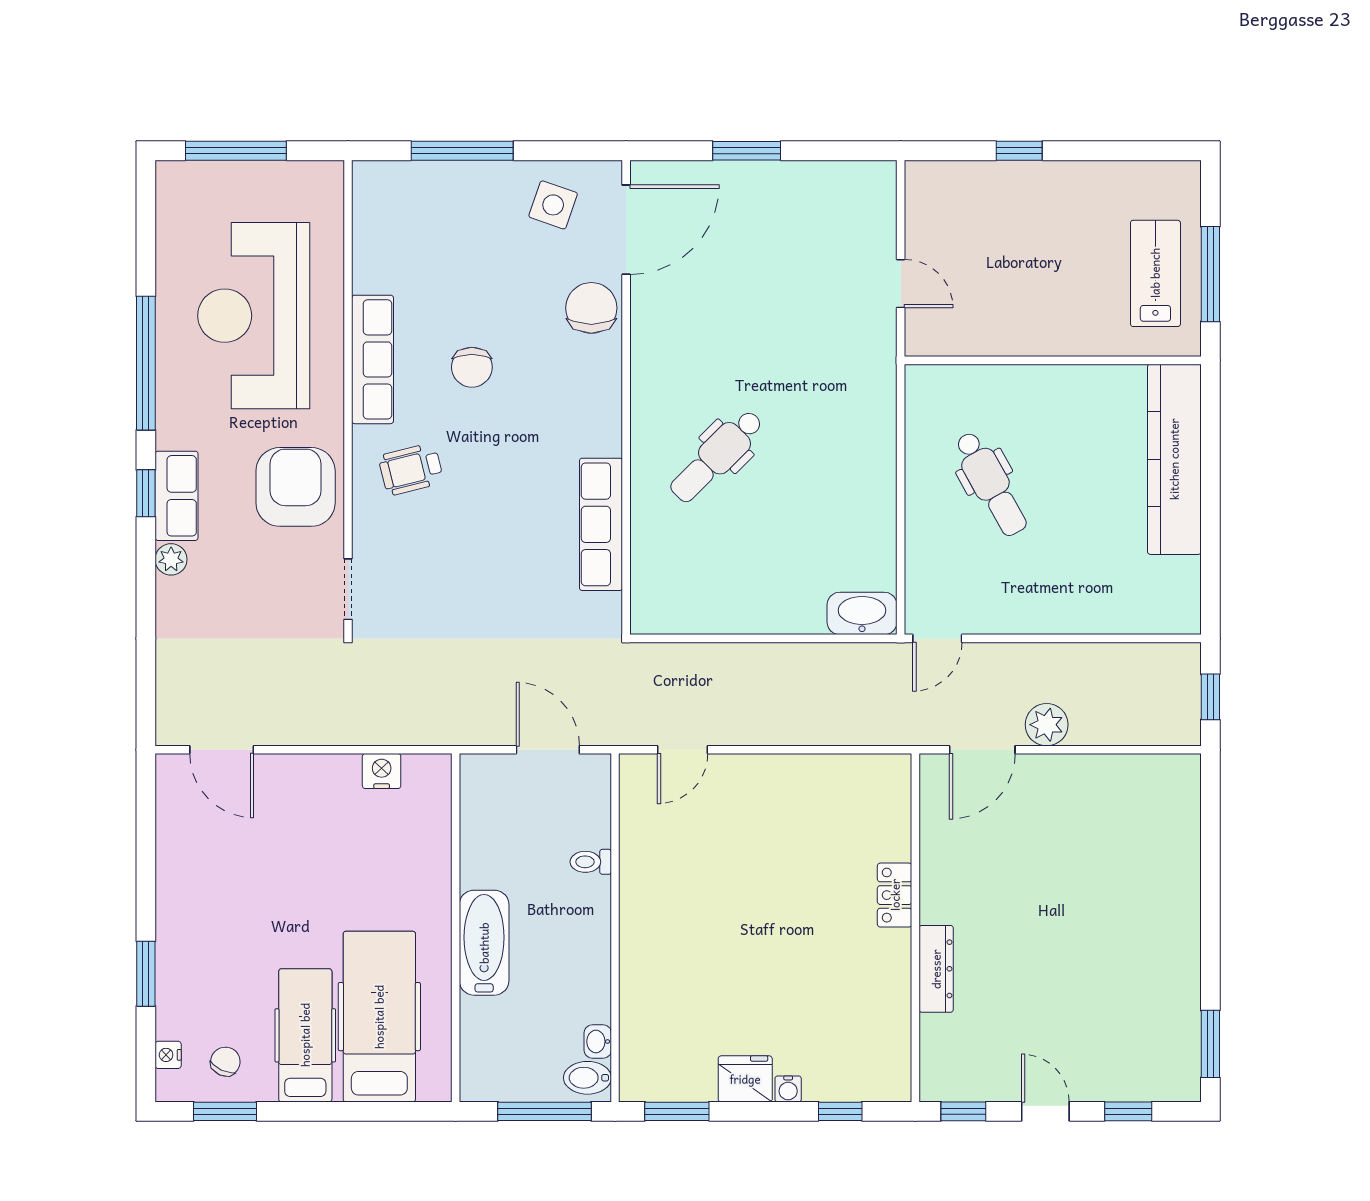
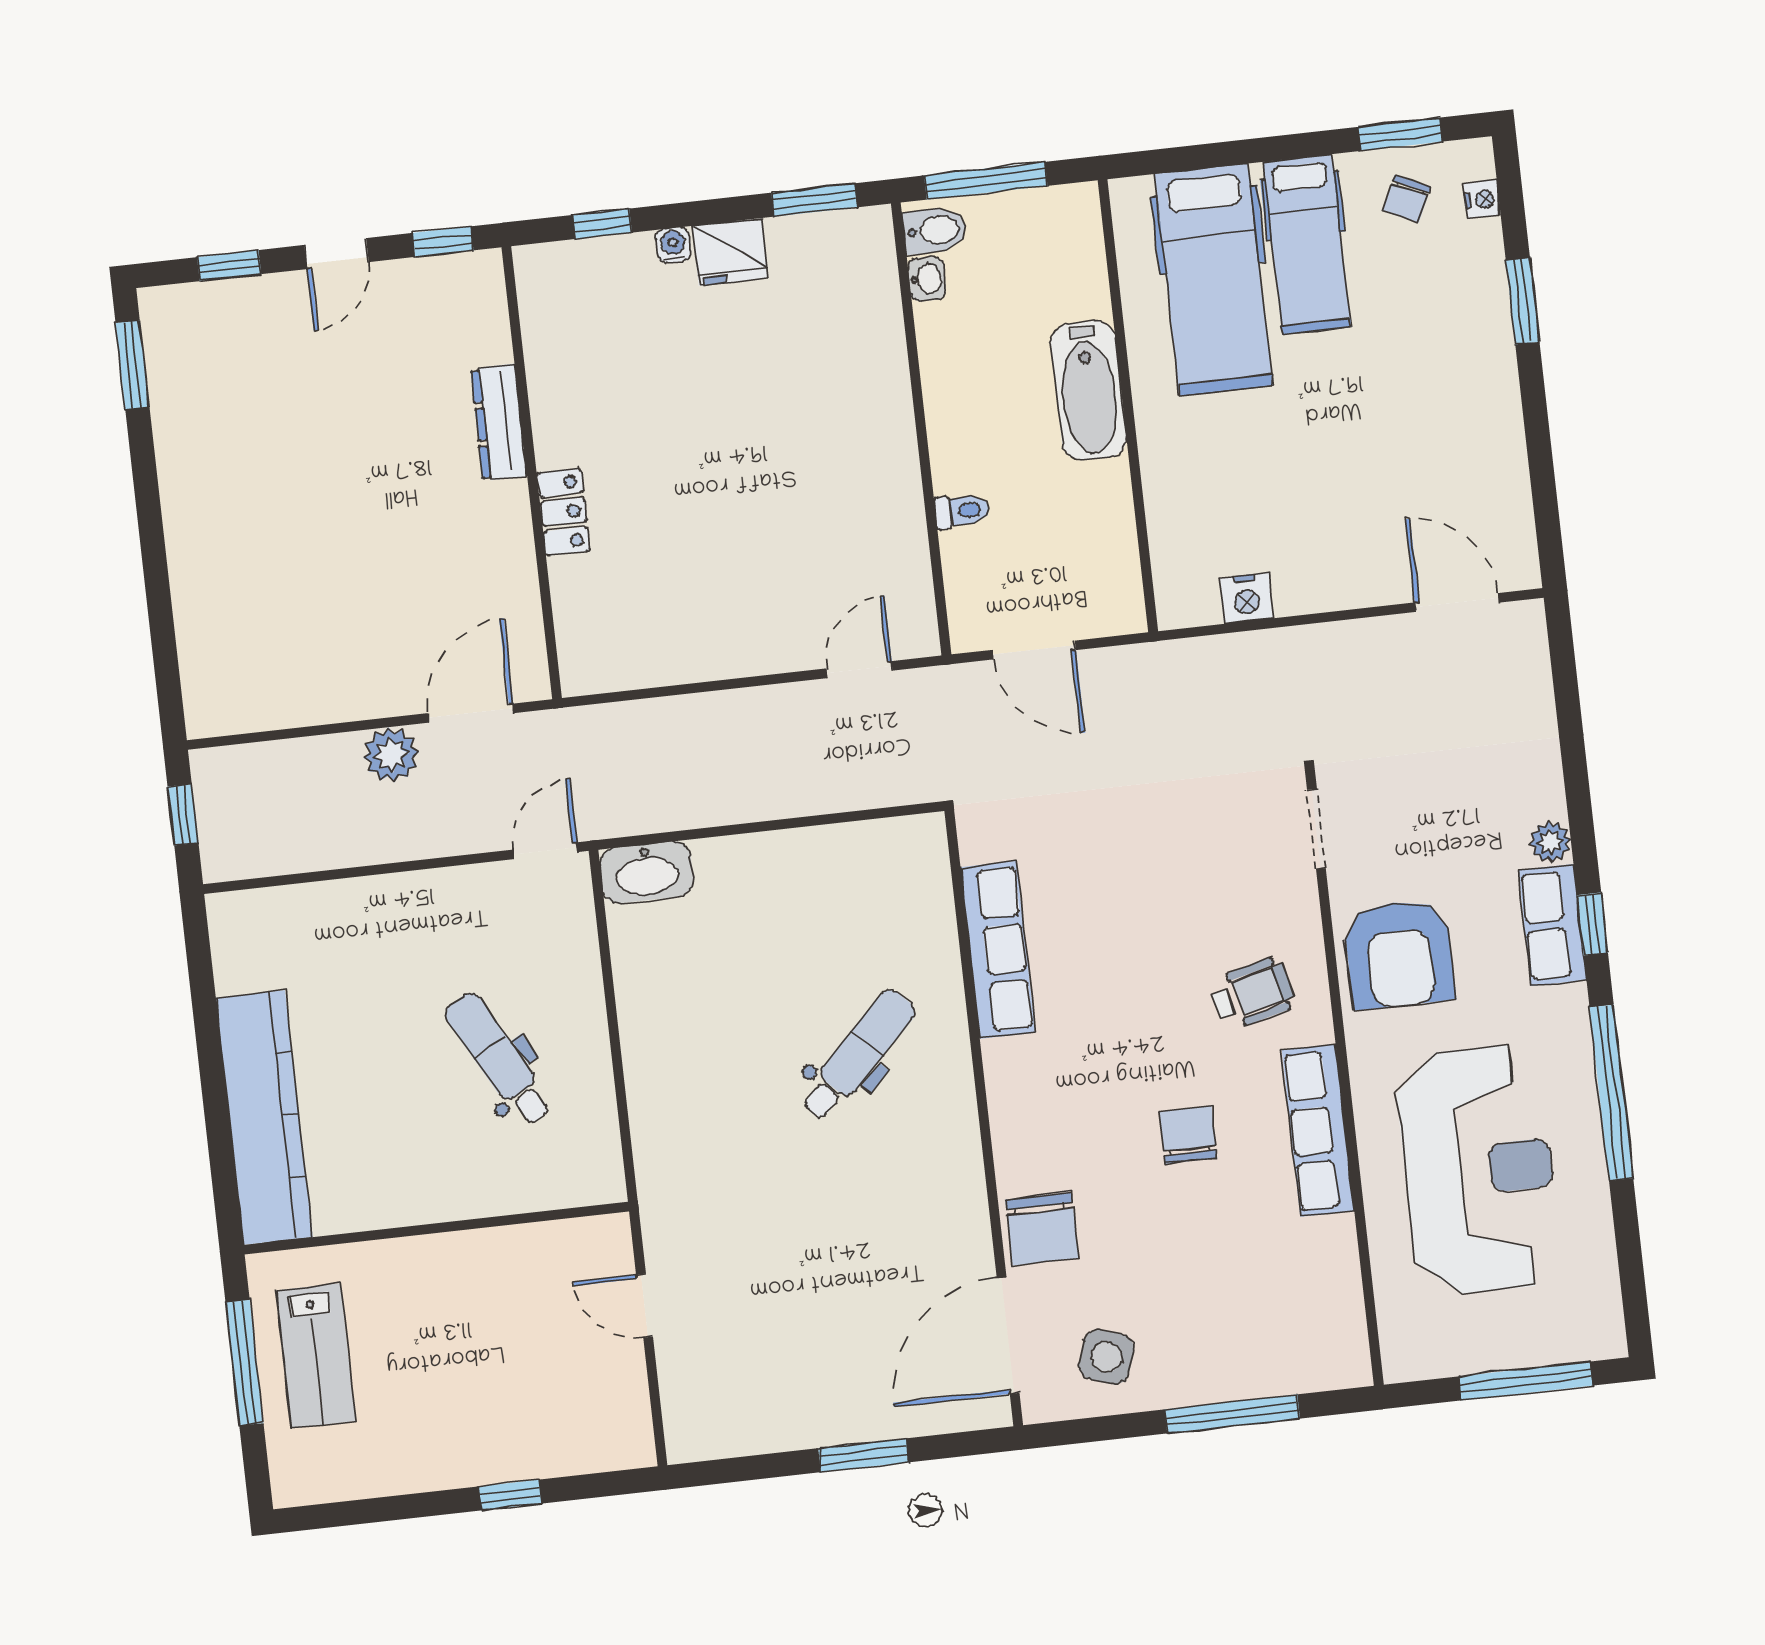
door: (1045, 1111) -> (337, 254), hinge flipped

